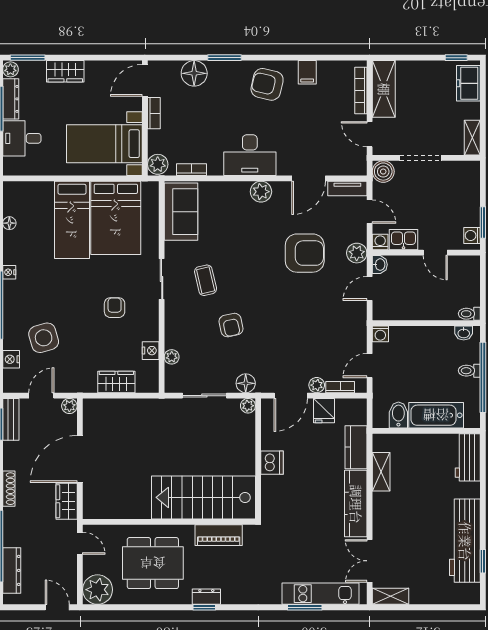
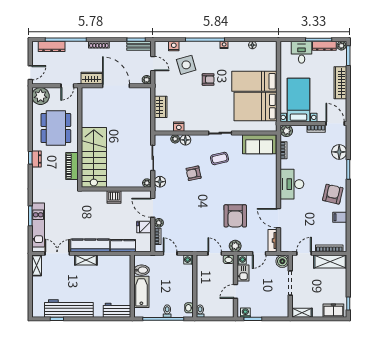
wardrobe: (65, 71) -> (340, 83), width x1.50
plant: (261, 192) -> (271, 191), removed
armchair: (115, 308) -> (208, 80), moved
floor lamp: (173, 339) -> (185, 140), added
shelving: (381, 472) -> (86, 260), moved

